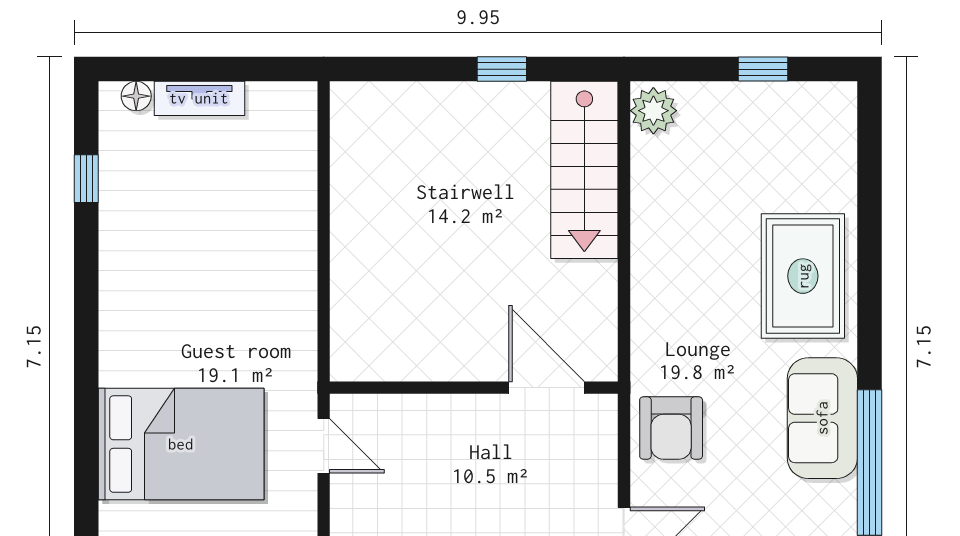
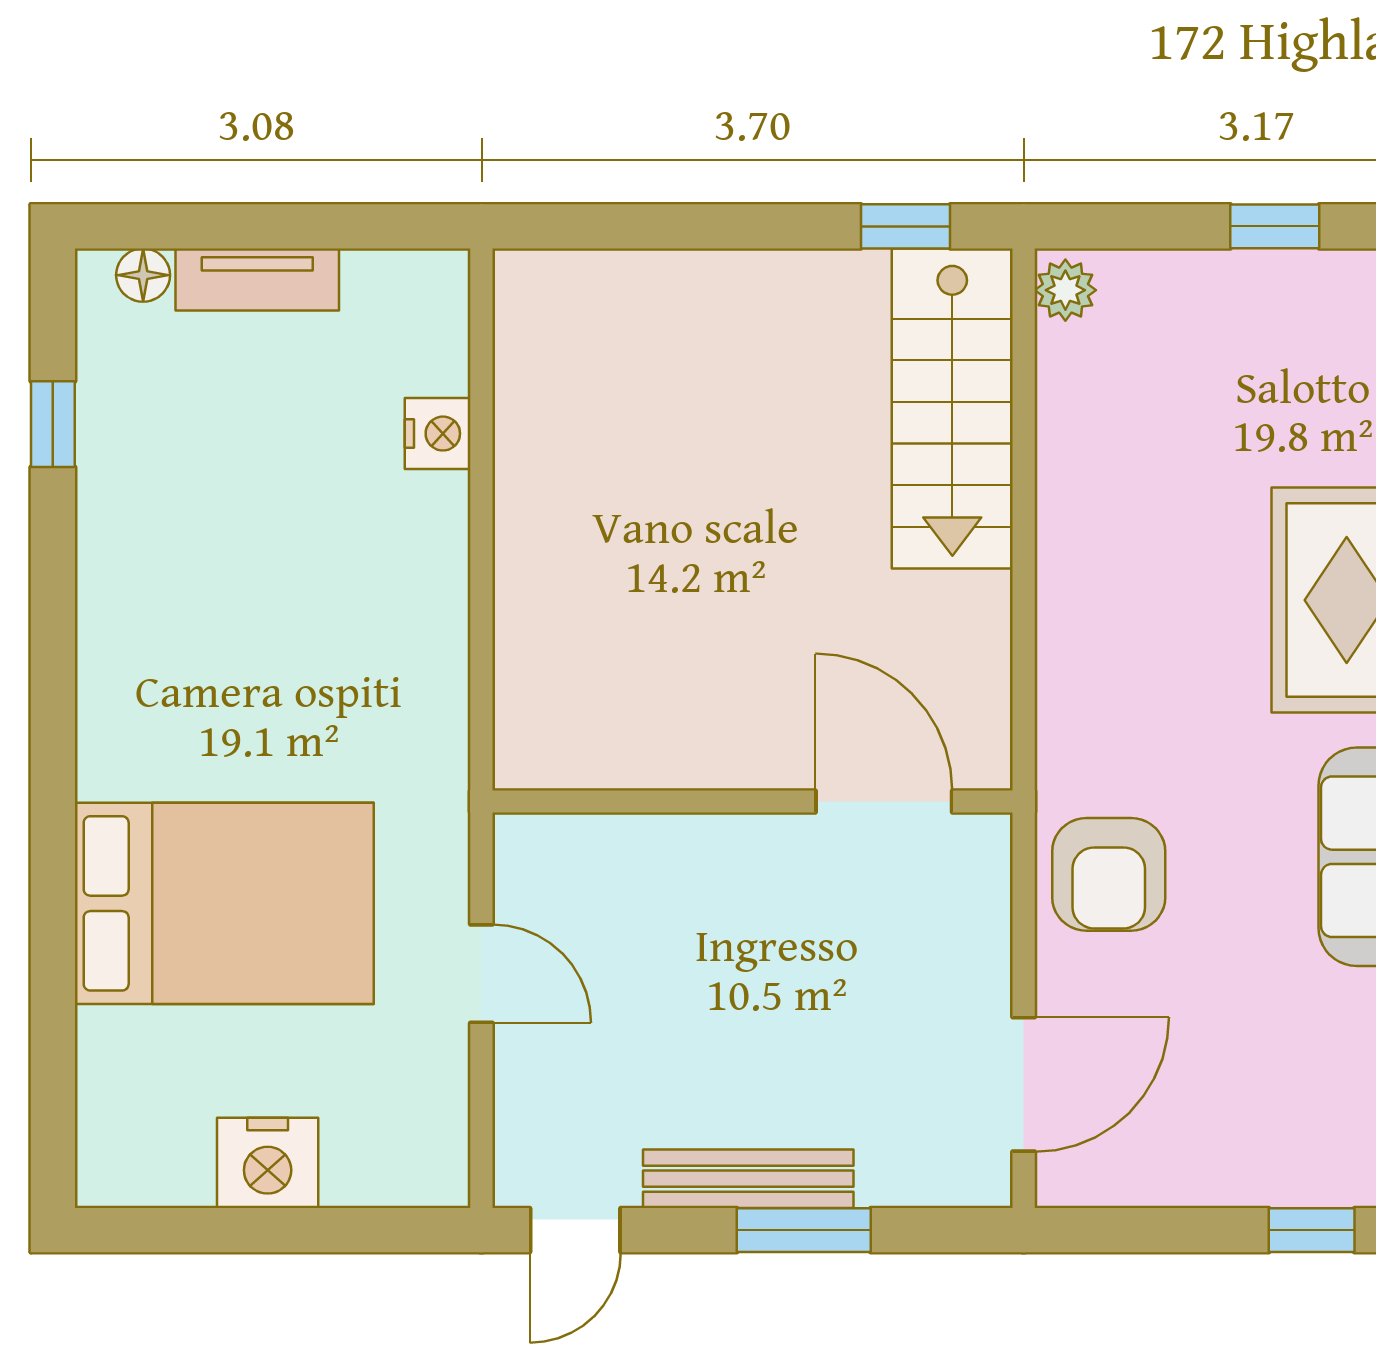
window: (502, 69) -> (905, 226), moved
plant: (653, 111) -> (1065, 290), width x0.73, depth x0.73
nightstand: (299, 184) -> (438, 434), added
door: (324, 446) -> (481, 974), moved

